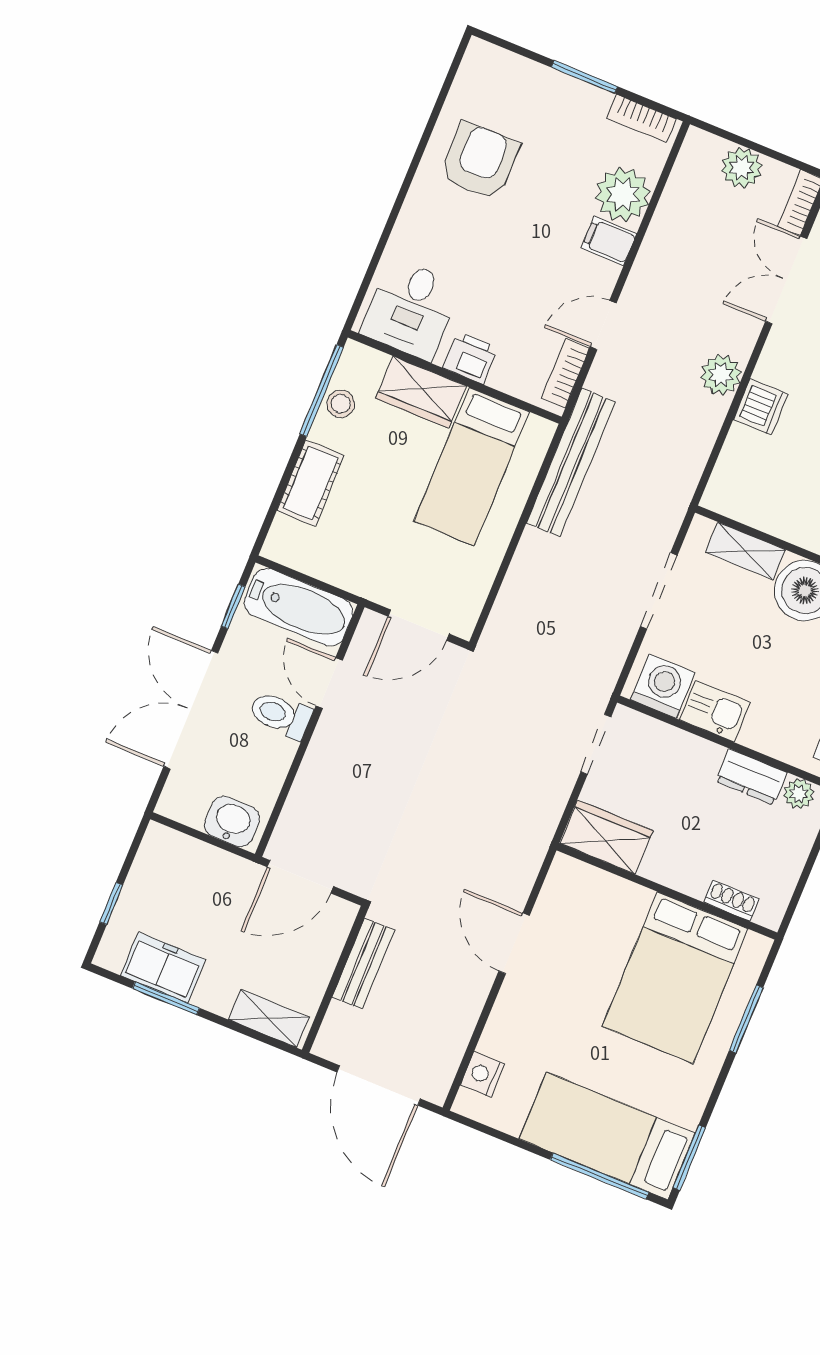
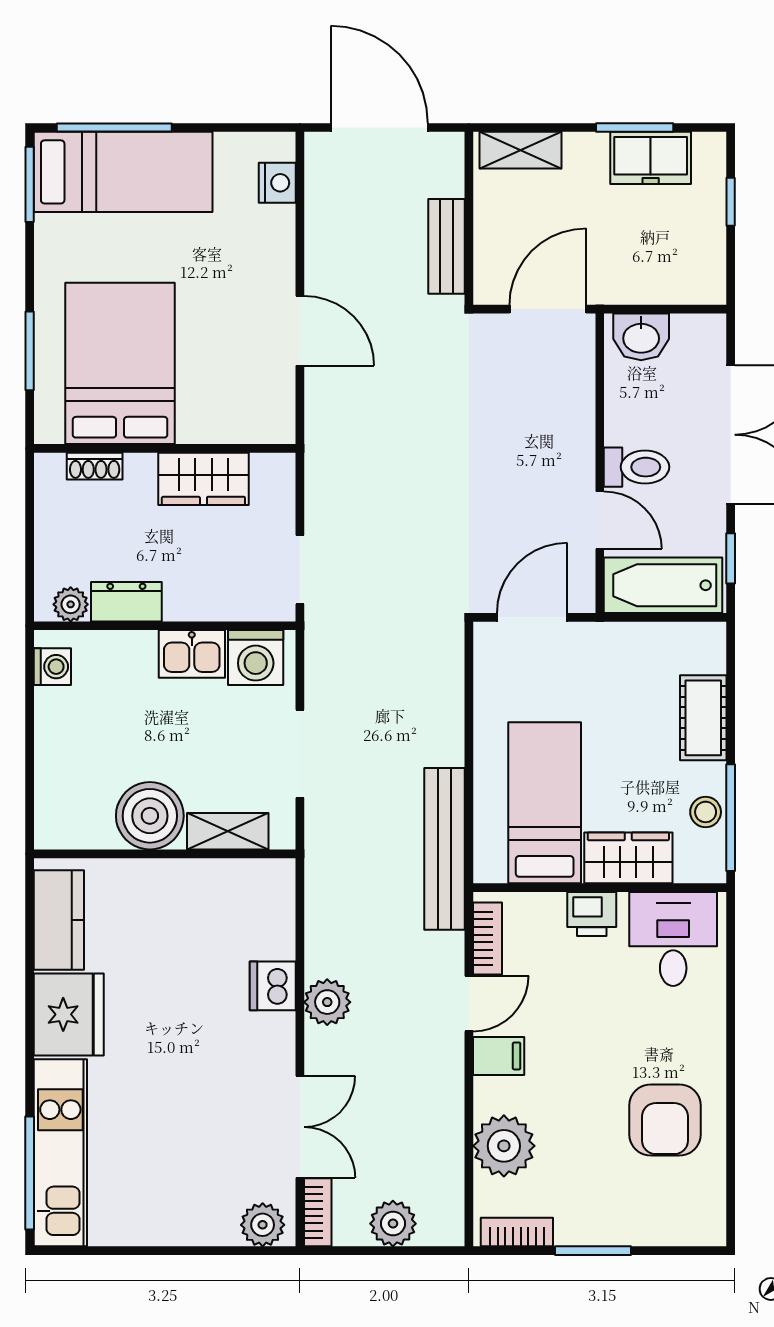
filing cabinet: (609, 241) -> (499, 1056), moved
wardrobe: (607, 837) -> (203, 479), moved

